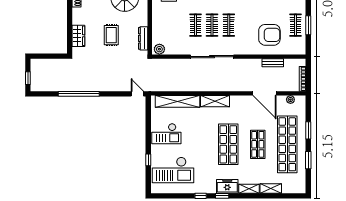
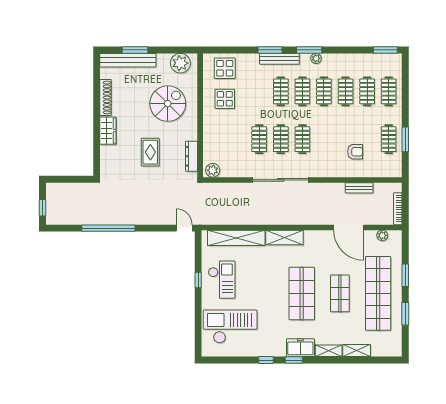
armchair: (269, 35) -> (355, 152), width x0.53, depth x0.53
wardrobe: (78, 36) -> (108, 131), moved
checkout: (166, 134) -> (222, 280), turned -90
window: (148, 160) -> (198, 280), moved
checkout: (173, 170) -> (230, 327), turned 180

